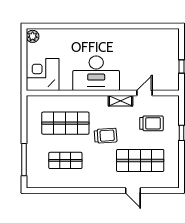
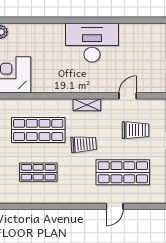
desk: (96, 73) -> (92, 42), moved, turned 180
shelving: (120, 101) -> (87, 105), moved
door: (133, 191) -> (115, 206), hinge flipped

